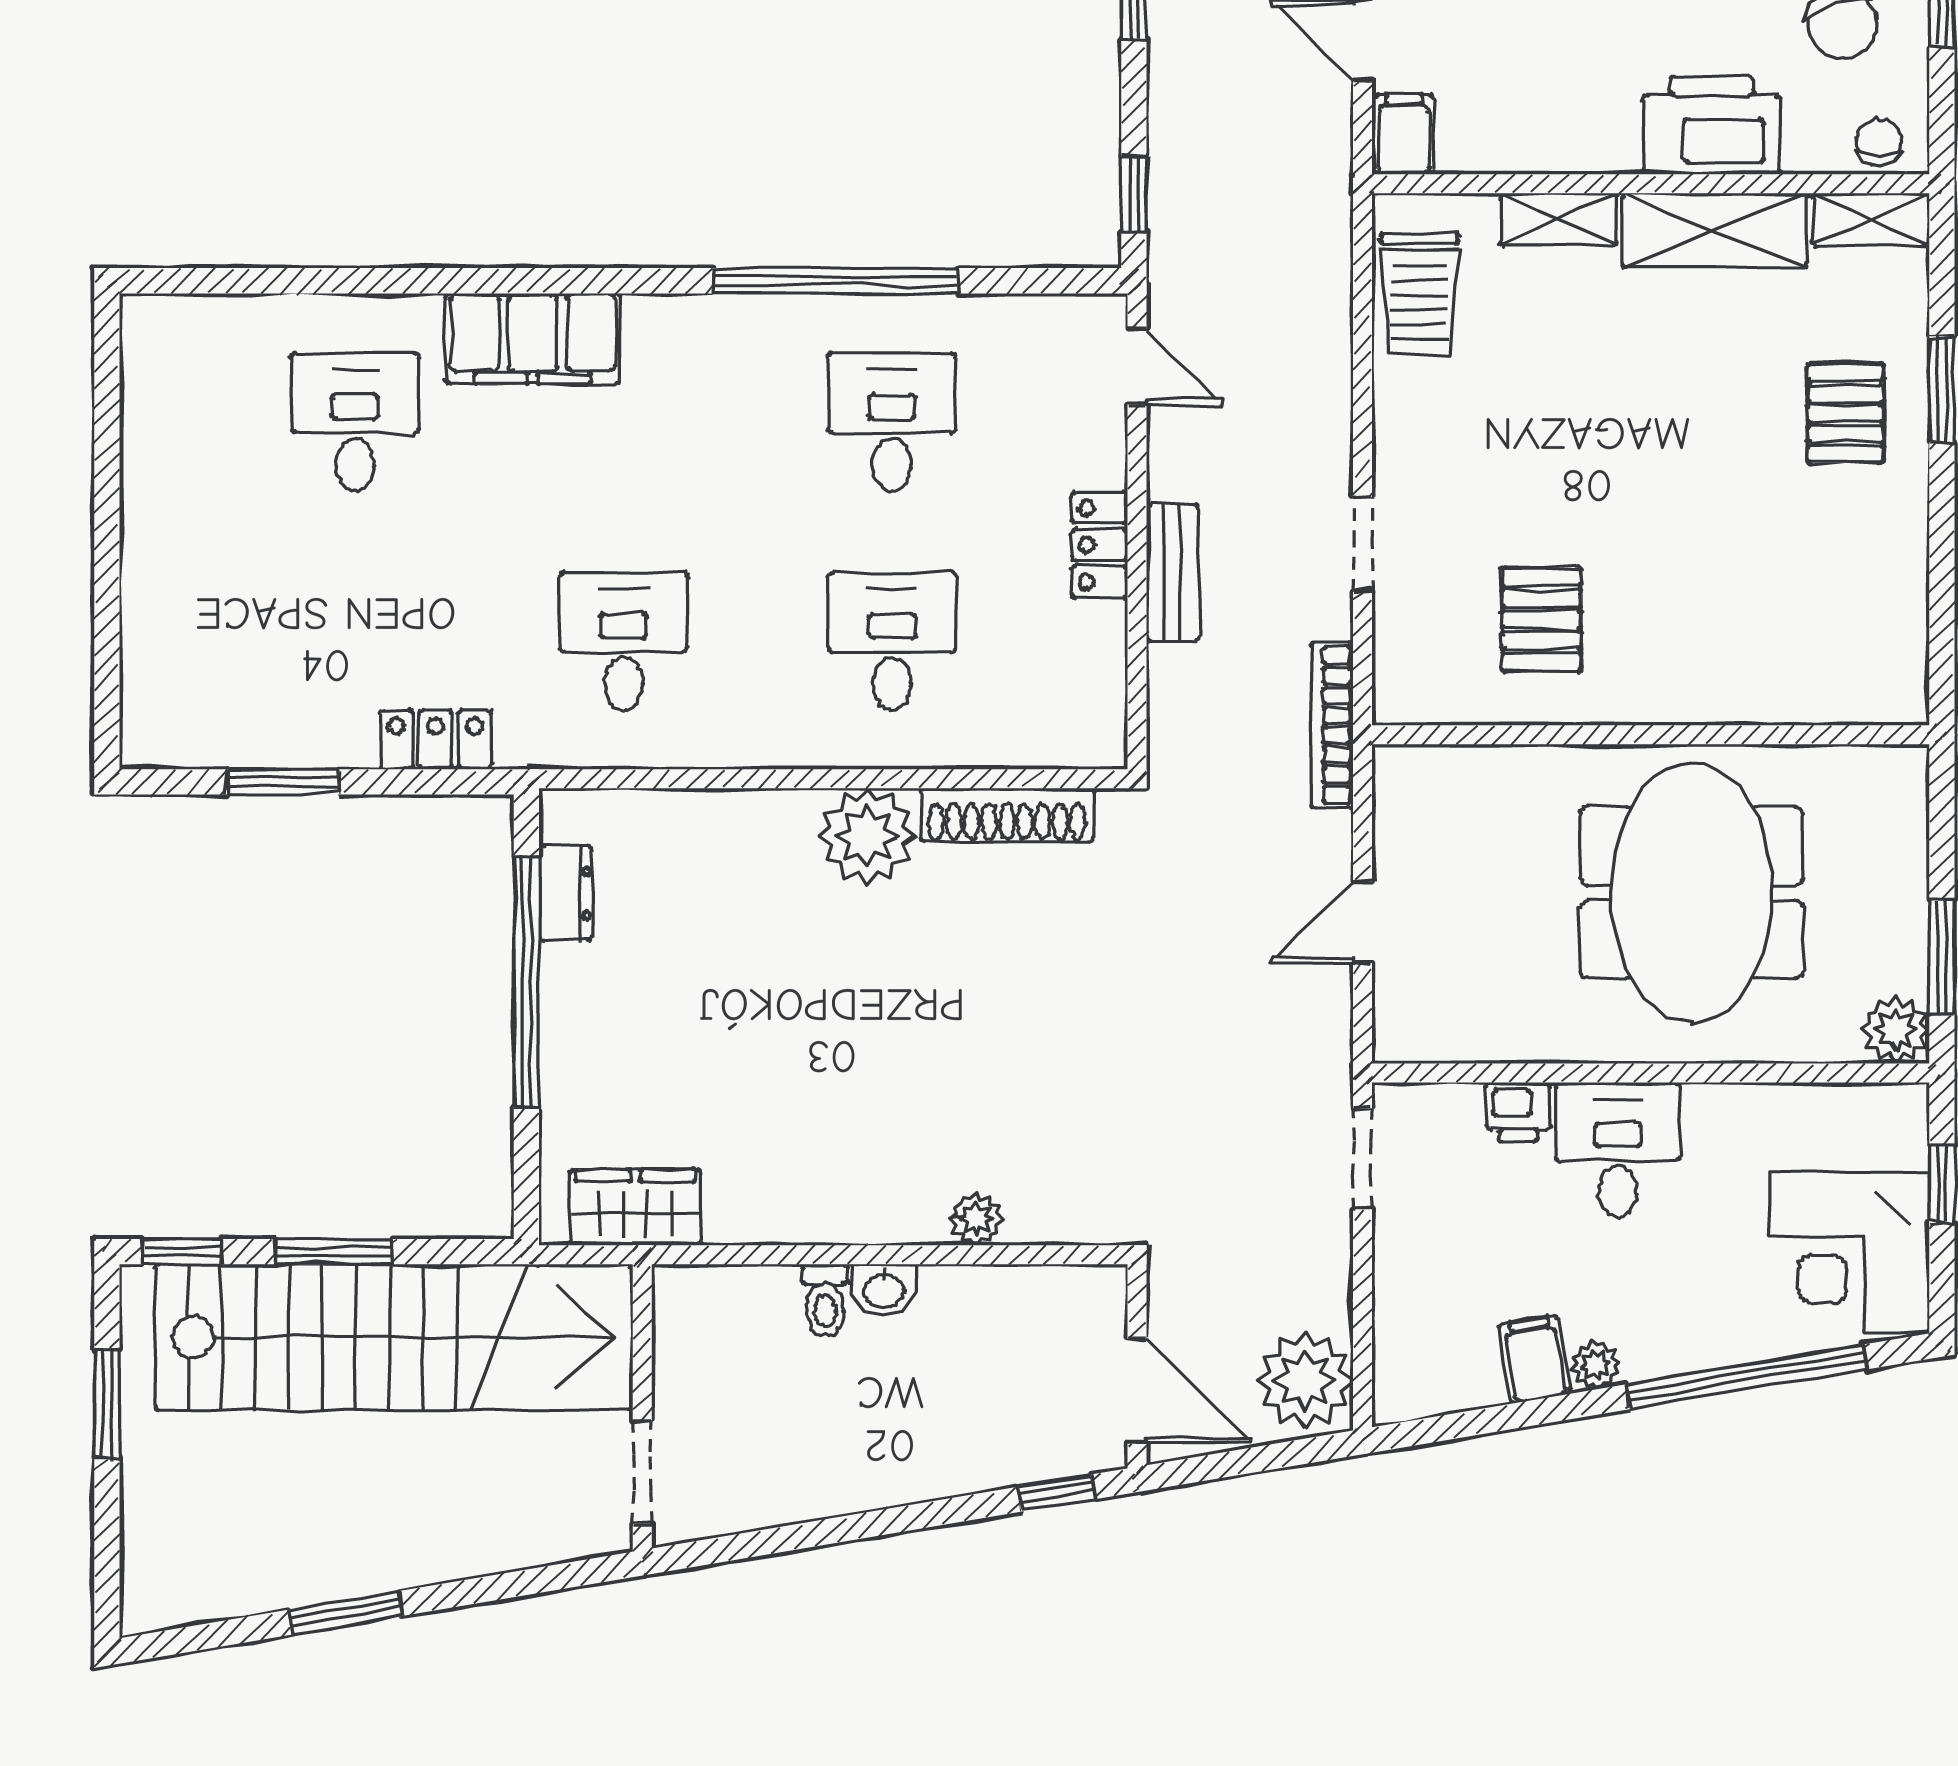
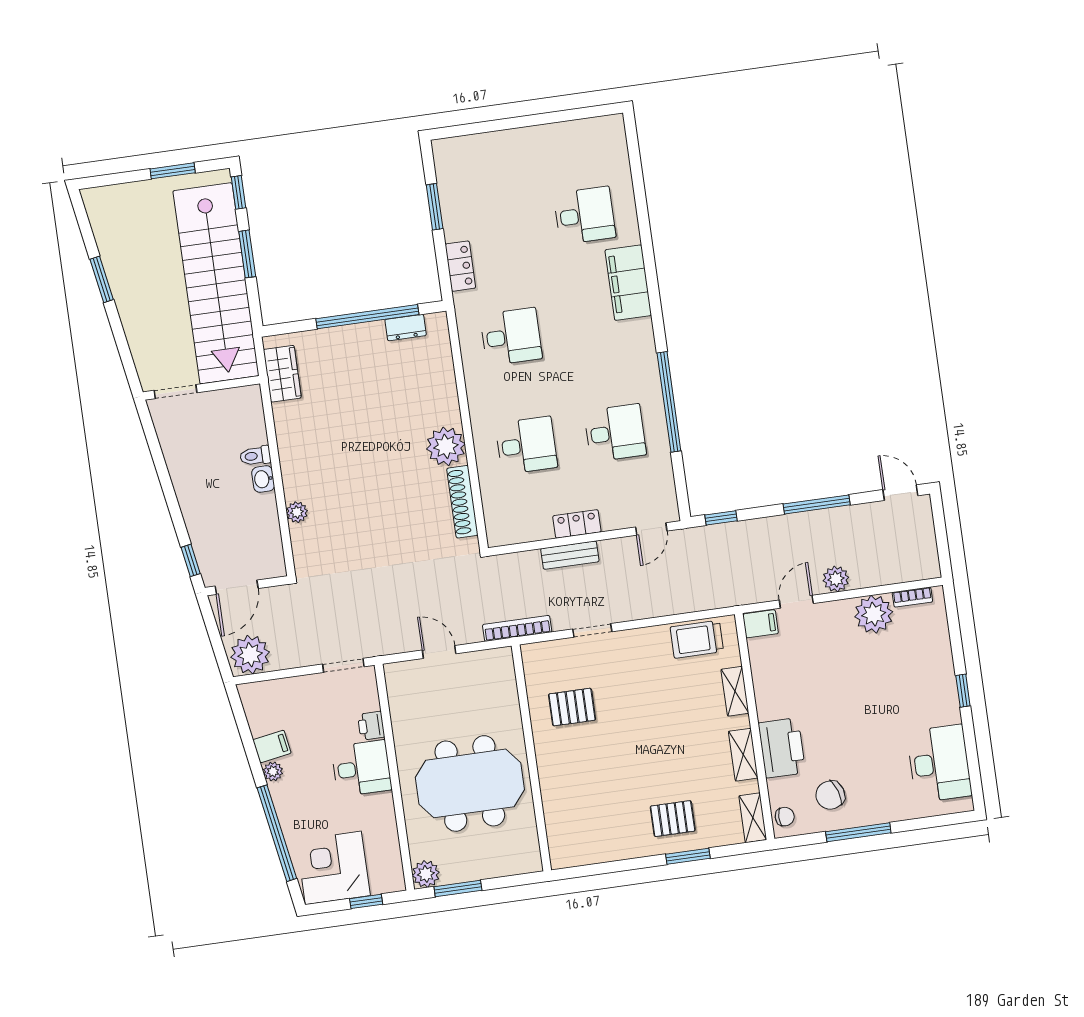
shelving: (1715, 230) -> (743, 755), width x0.67, depth x0.75

